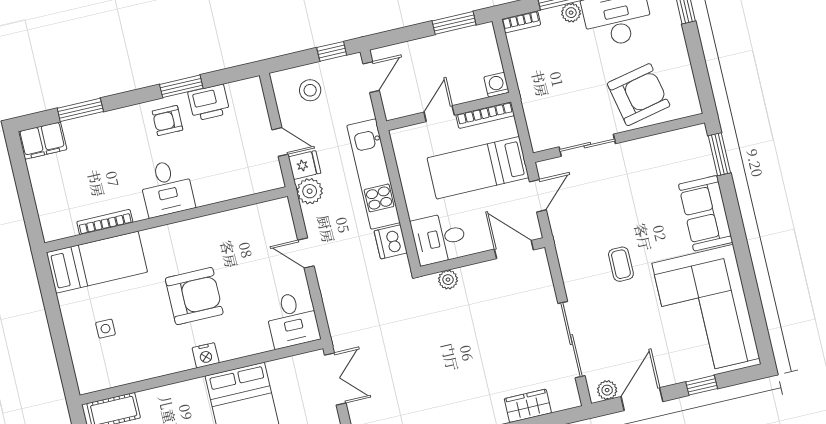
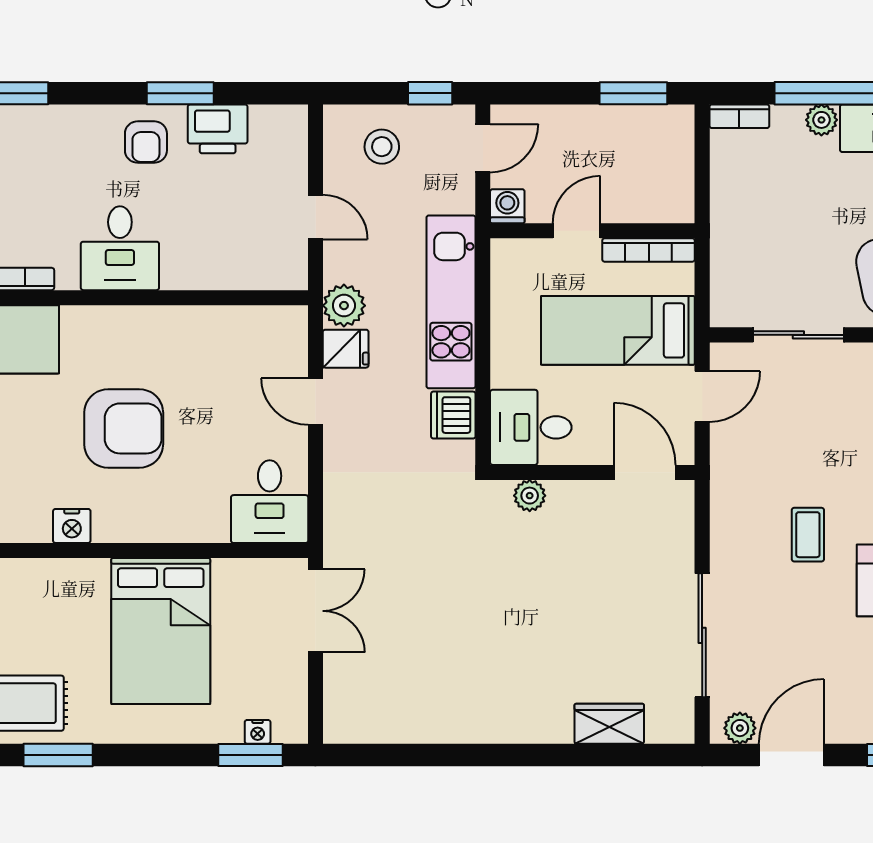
washing machine: (497, 85) -> (507, 206), moved
armchair: (167, 121) -> (146, 142), turned -90
fridge: (305, 165) -> (346, 349), moved
nightstand: (206, 355) -> (72, 526), moved

